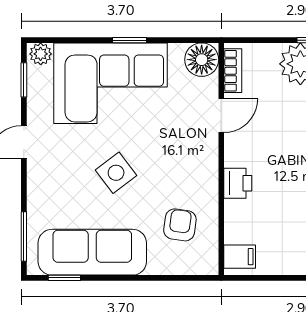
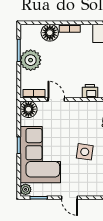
side table: (116, 173) -> (85, 152), turned 45

